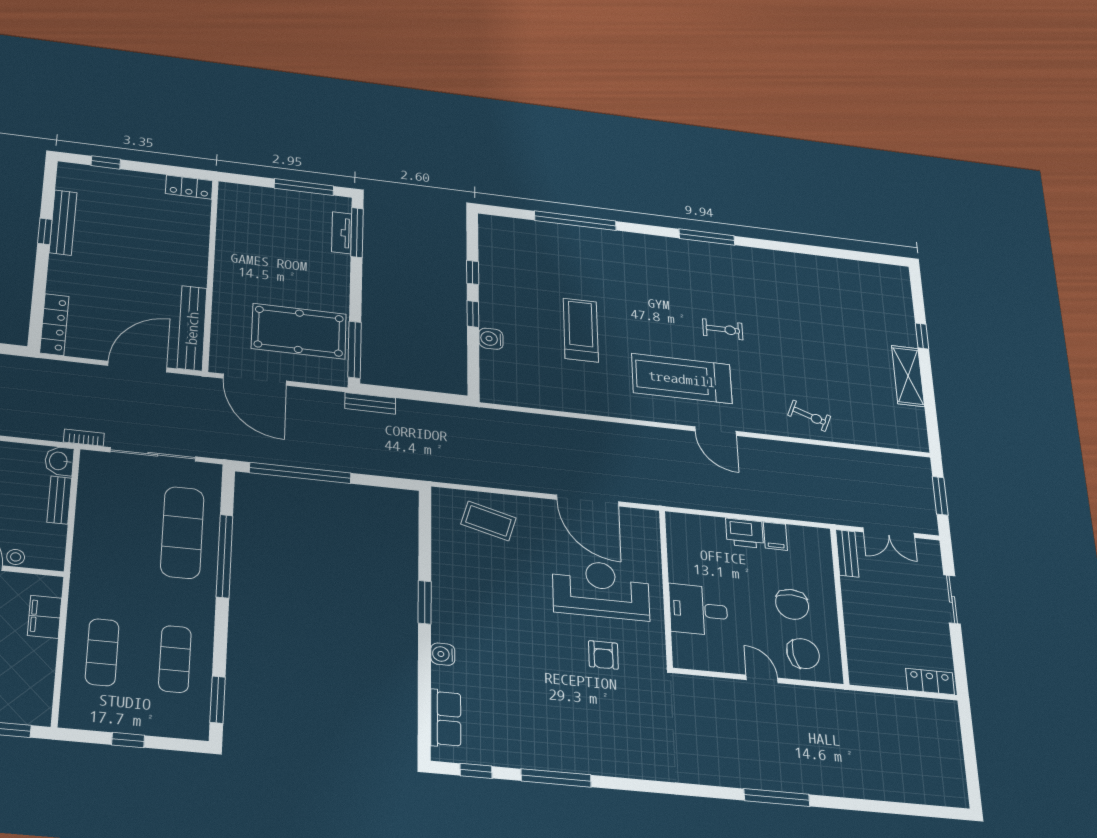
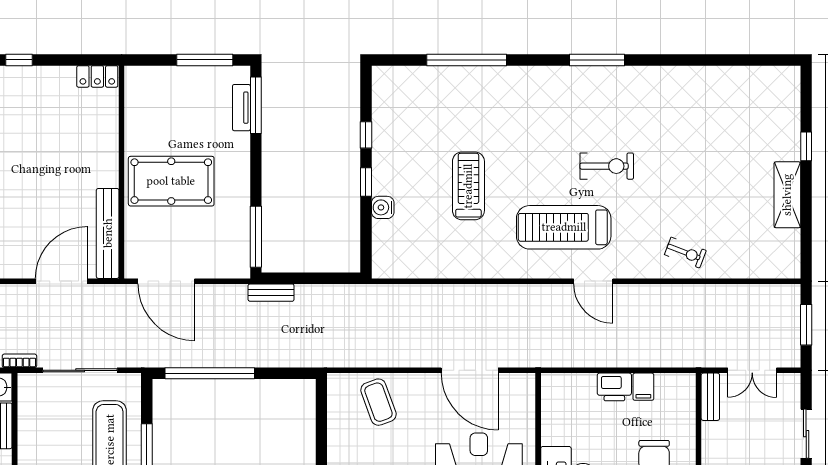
exercise bike: (723, 329) -> (607, 166), width x1.38, depth x1.39
pool table: (299, 331) -> (171, 181), moved
coffee table: (488, 521) -> (378, 402), turned 54

